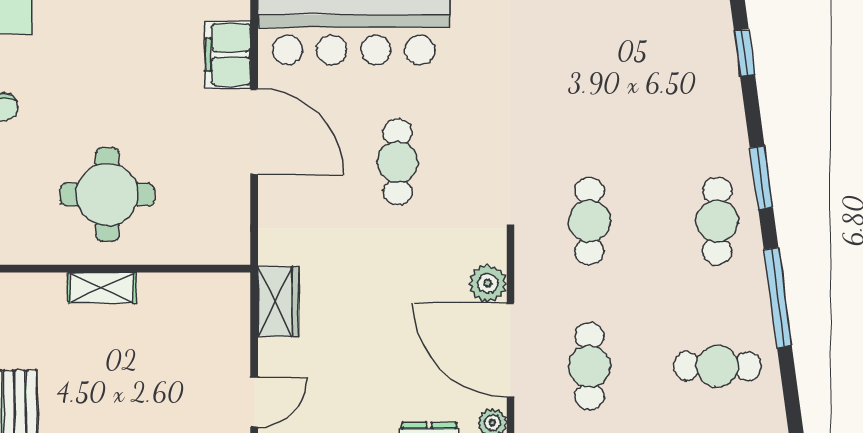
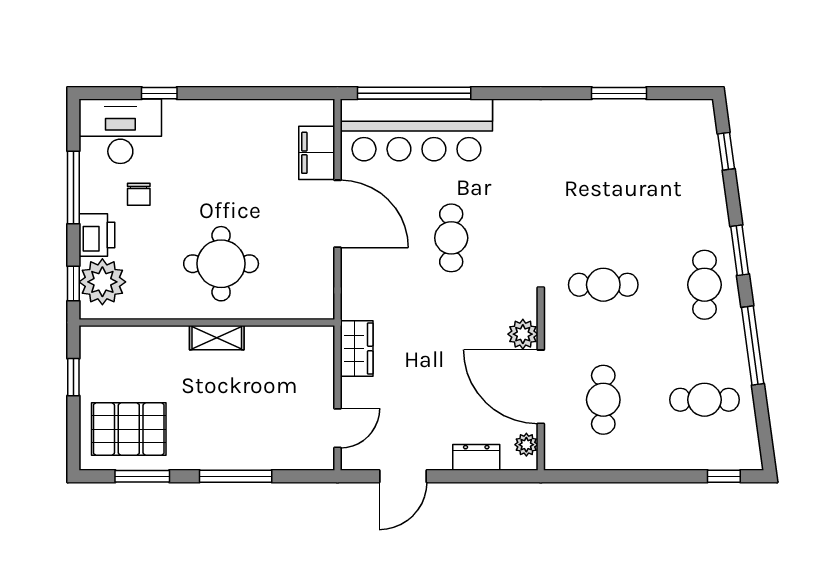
cafe table: (589, 221) -> (603, 285), turned 90

